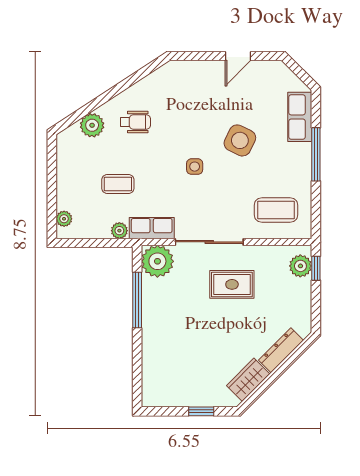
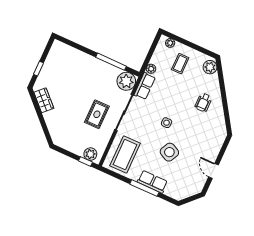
row of seats: (300, 117) -> (152, 182), moved
plant: (92, 125) -> (210, 67), moved
coffee table: (118, 184) -> (180, 64), moved
coffee table: (276, 210) -> (125, 155), width x1.36, depth x1.32
dresser: (281, 350) -> (51, 124), removed

